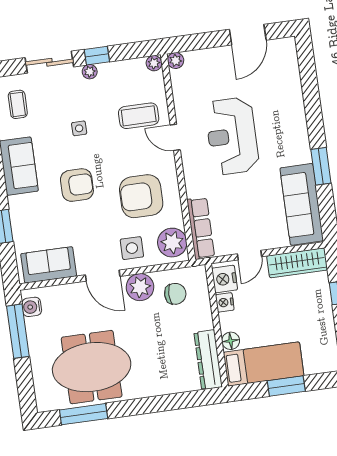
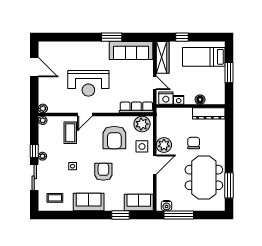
sofa: (49, 265) -> (139, 202), moved, turned 90
chair: (175, 294) -> (194, 143), moved
bed: (264, 364) -> (204, 57), moved, turned -90

